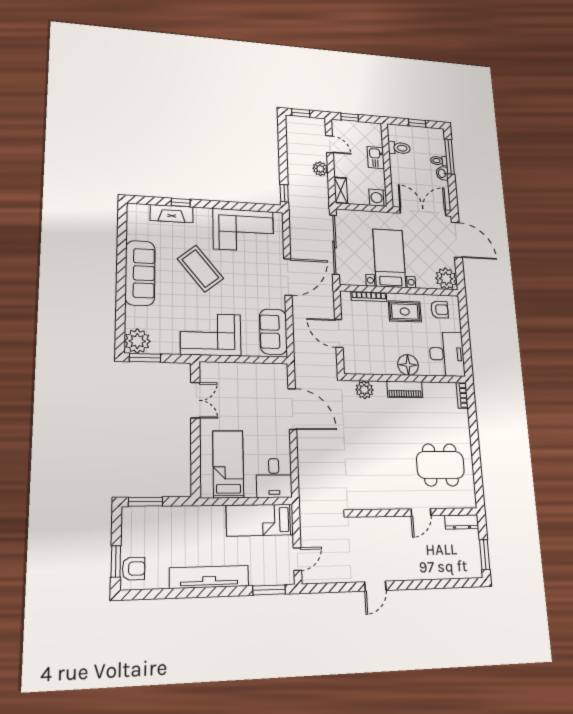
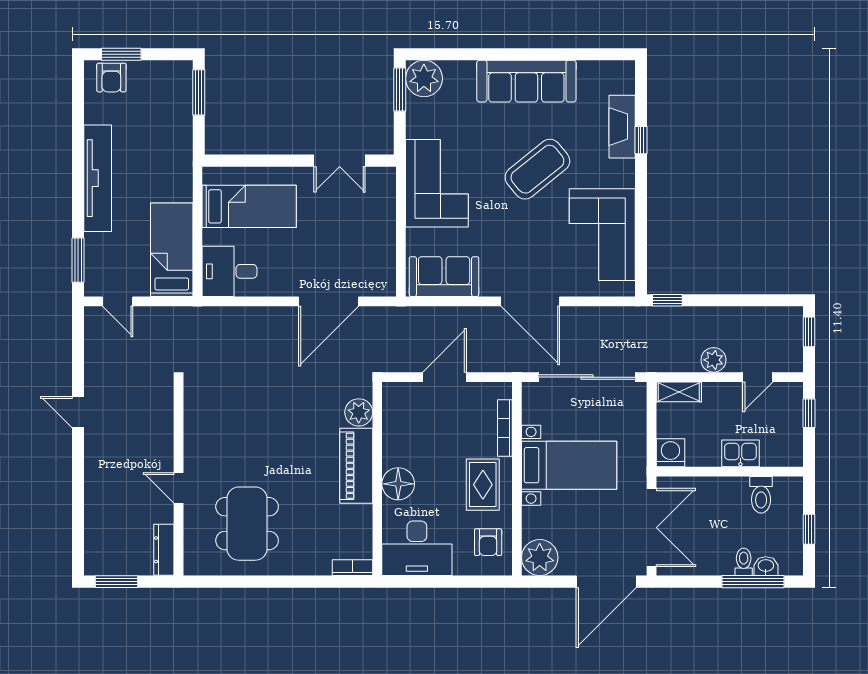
washbasin: (442, 173) -> (766, 566), moved
piano: (405, 389) -> (356, 466), width x1.37, depth x1.33

